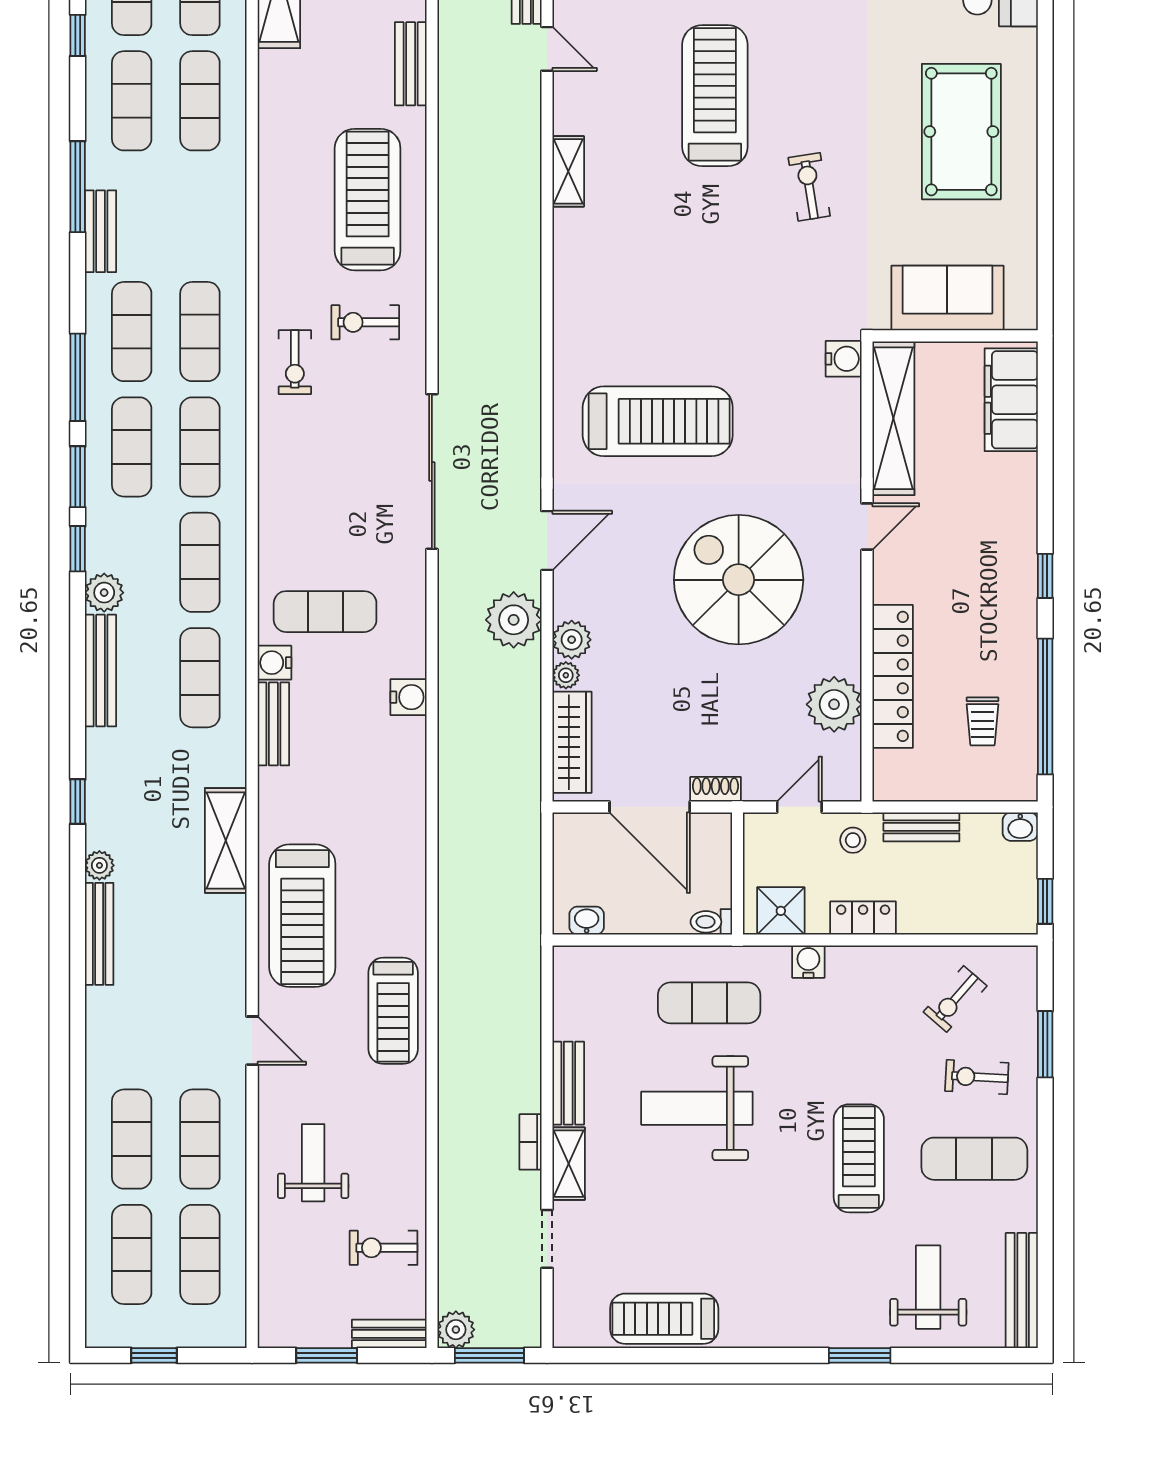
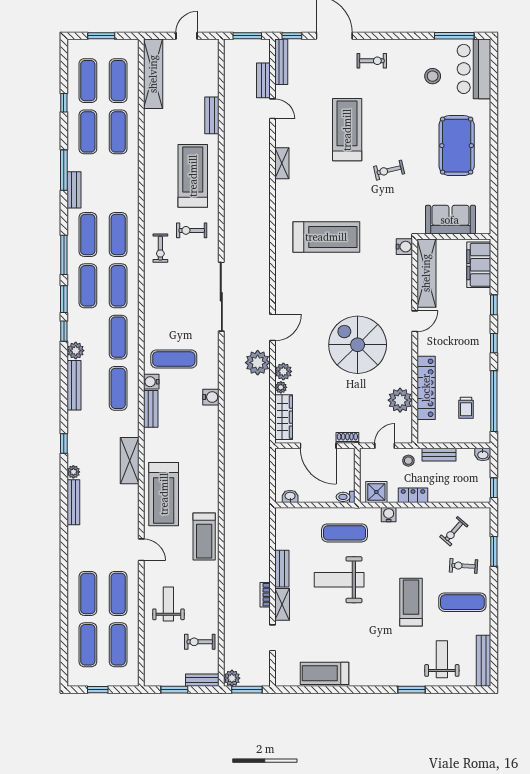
exercise bike: (809, 187) -> (389, 170), turned -94
treadmill: (658, 421) -> (326, 237), moved
window: (1045, 490) -> (494, 305), added

